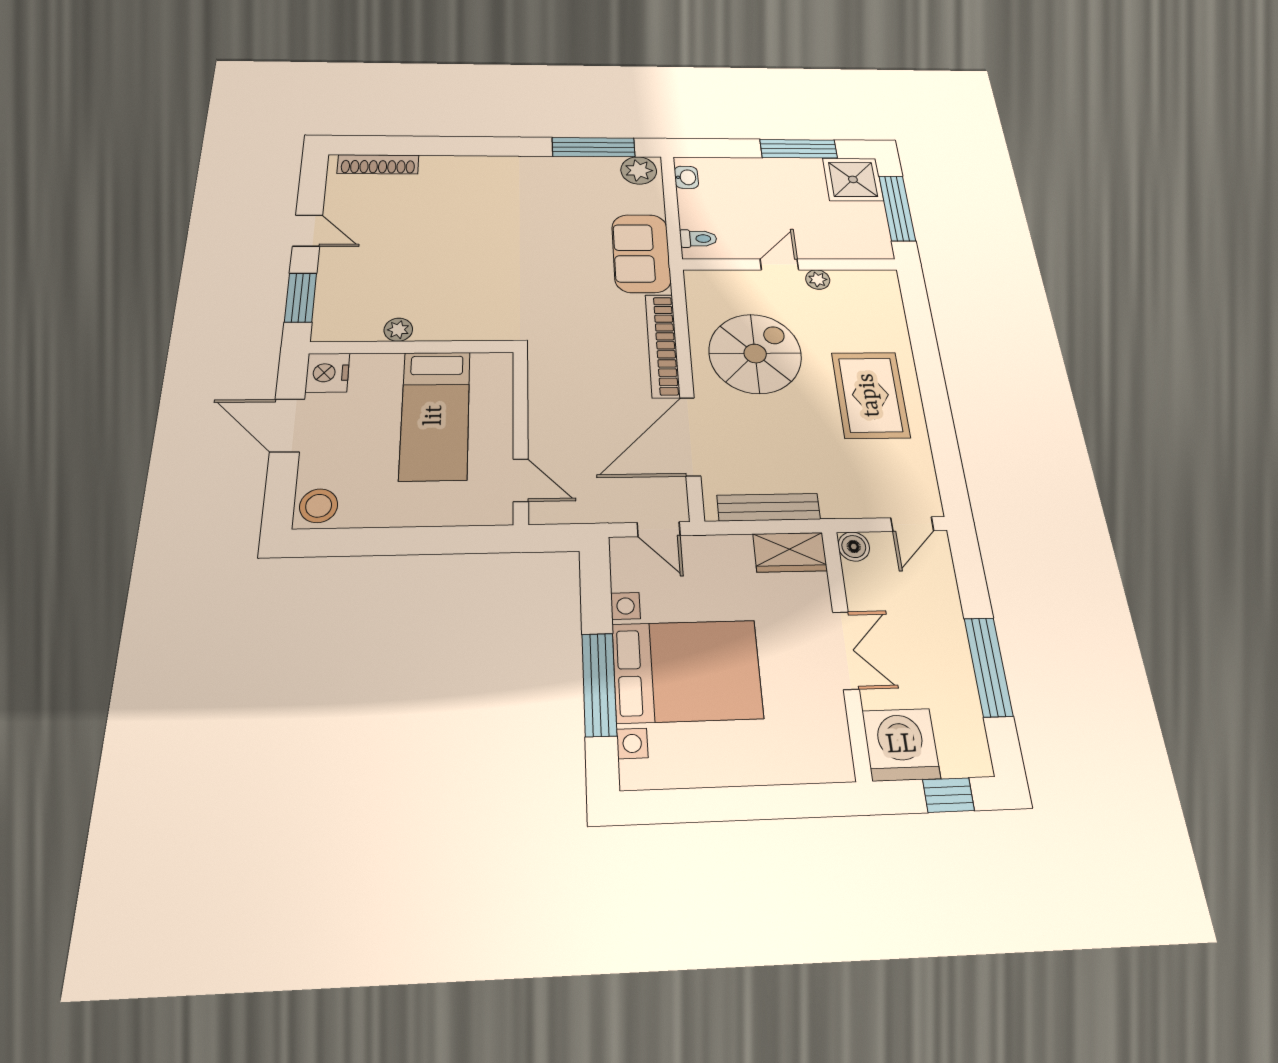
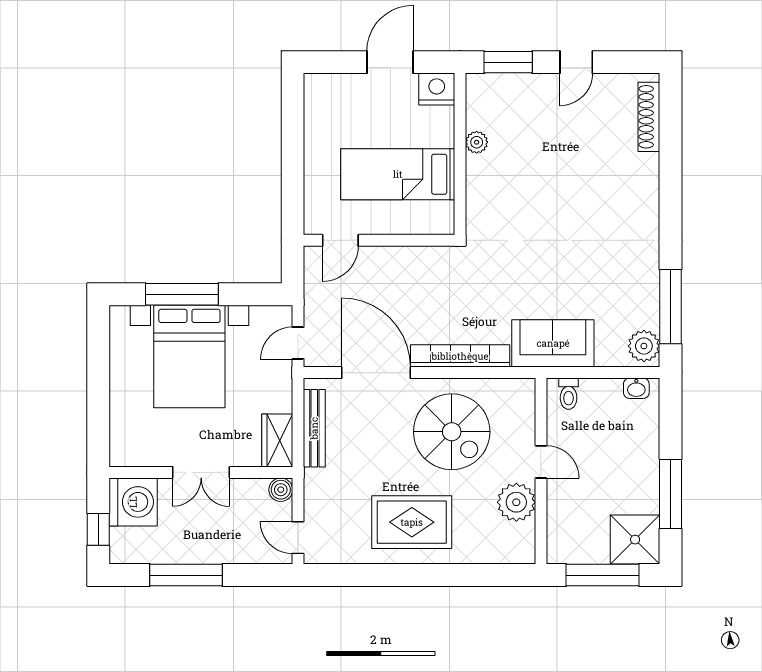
plant: (818, 280) -> (516, 502), width x1.88, depth x1.88
stool: (319, 506) -> (322, 91), removed

